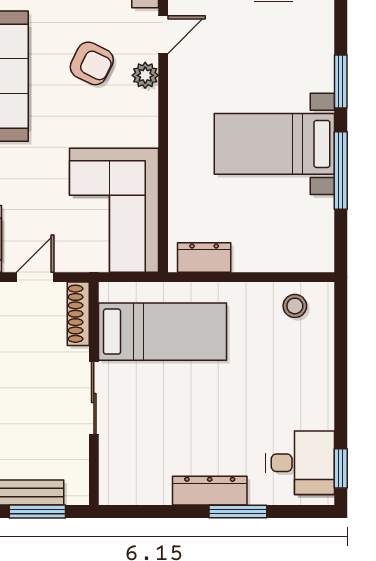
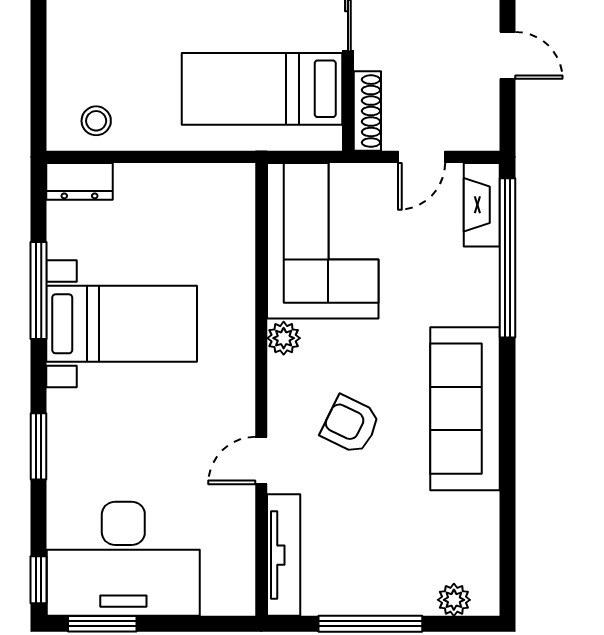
plant: (145, 75) -> (284, 338), moved
window: (341, 81) -> (39, 446), moved
dresser: (204, 258) -> (80, 181), moved

